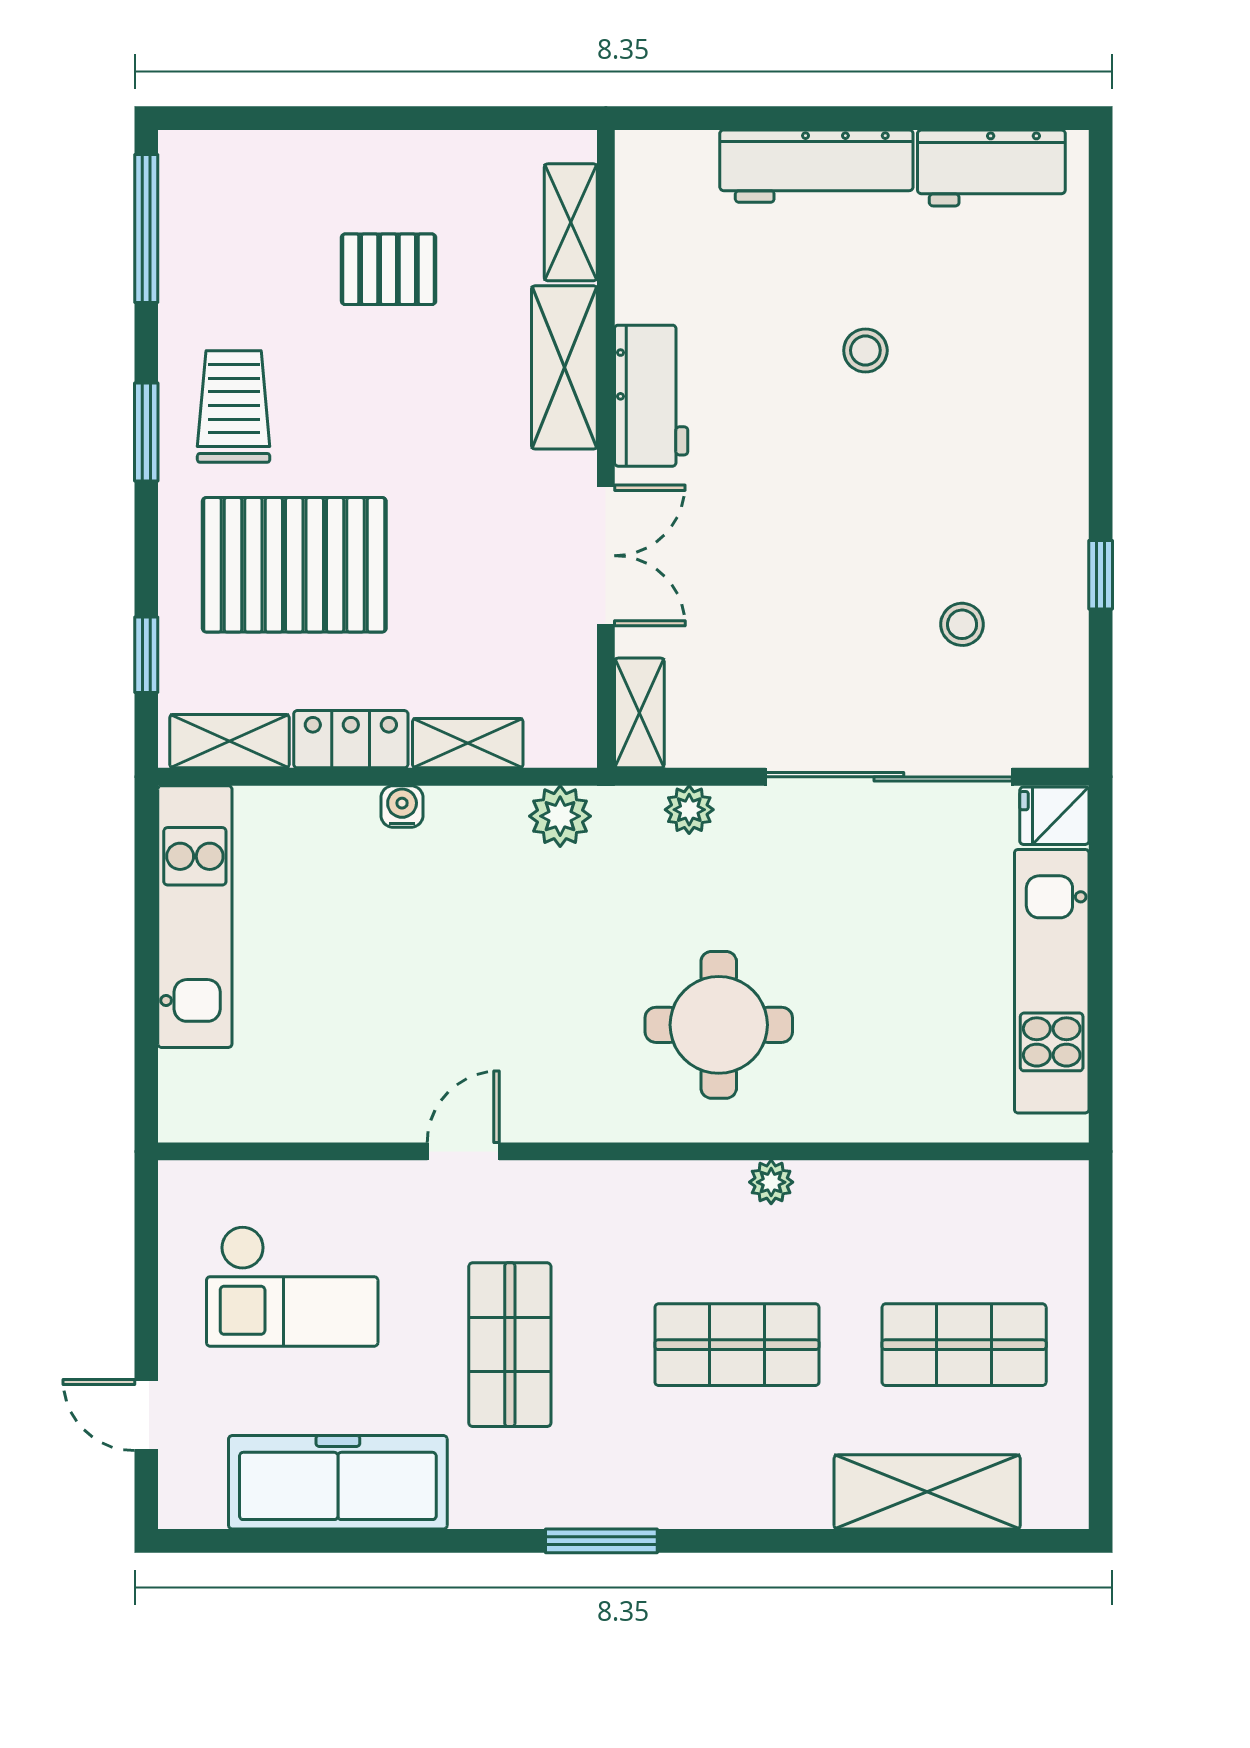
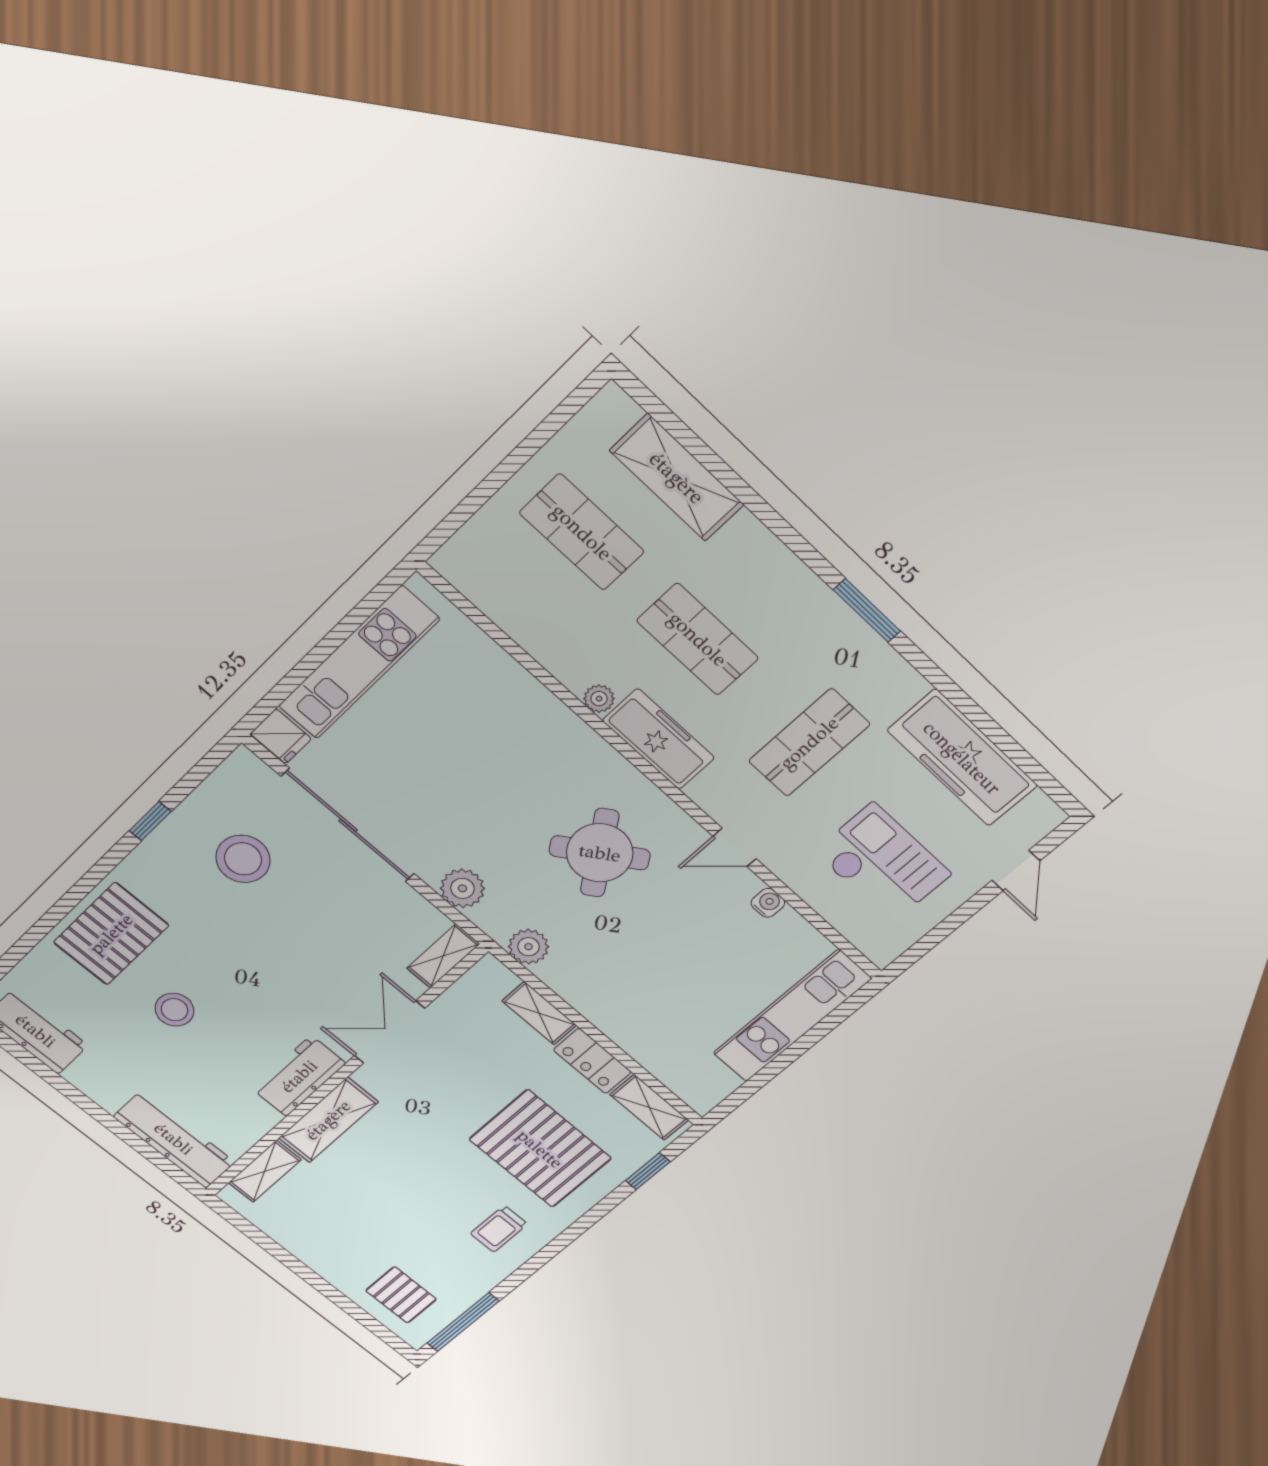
workbench: (816, 166) -> (174, 1139), moved
pallet: (389, 269) -> (401, 1295), moved
stool: (865, 350) -> (174, 1010), width x1.37, depth x1.37
pallet: (1020, 385) -> (111, 934), added
trolley: (234, 406) -> (499, 1229), width x0.73, depth x0.72
window: (146, 432) -> (549, 1251), removed
stool: (962, 624) -> (243, 859), width x1.89, depth x1.89
water cooler: (402, 807) -> (768, 903), moved, turned 180
plant: (689, 810) -> (462, 888), width x1.38, depth x1.38
kitchen unit: (195, 917) -> (792, 1016), moved
round table: (719, 1025) -> (600, 853), moved, turned -35
freezer: (666, 1197) -> (659, 739), added

